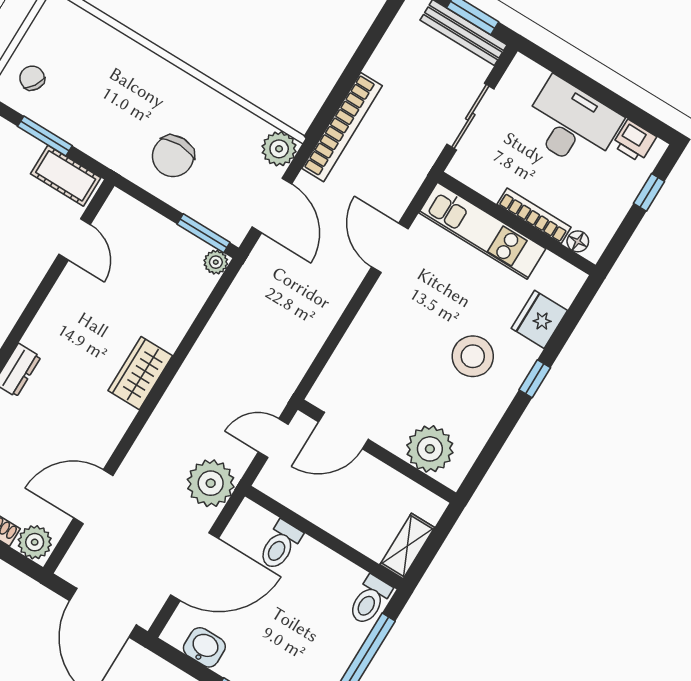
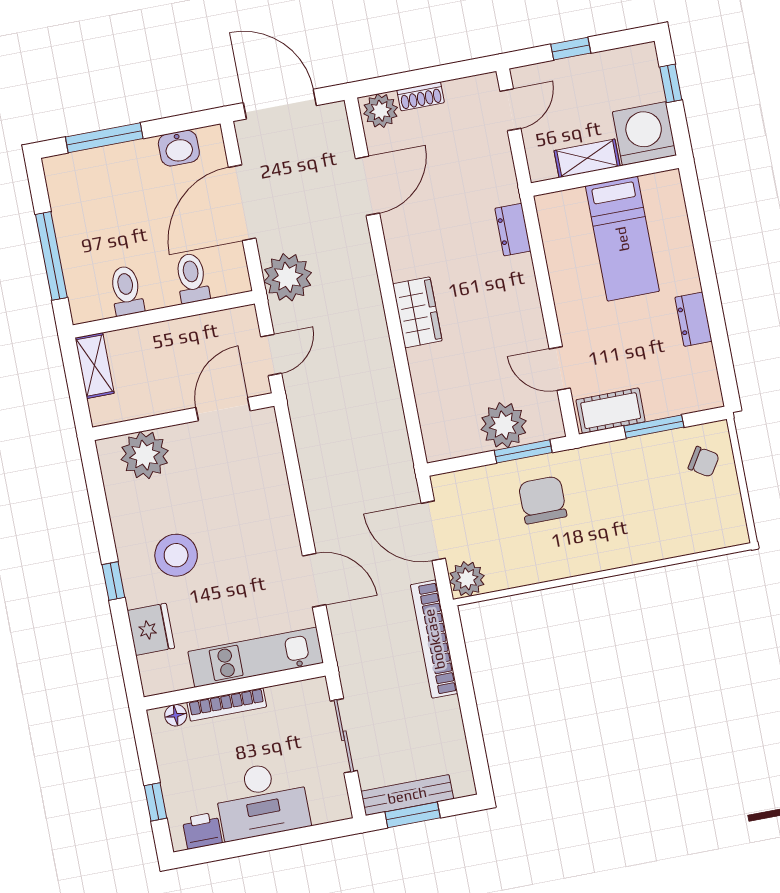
window: (204, 233) -> (523, 451), moved
plant: (216, 262) -> (504, 425), moved, width x1.87, depth x1.87
toilet: (370, 600) -> (126, 291), moved

